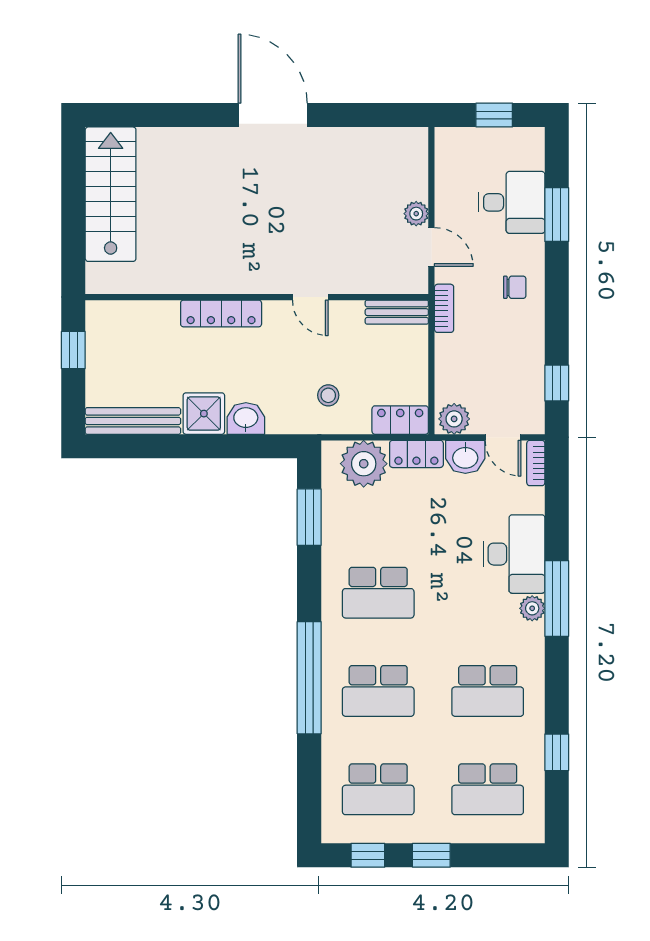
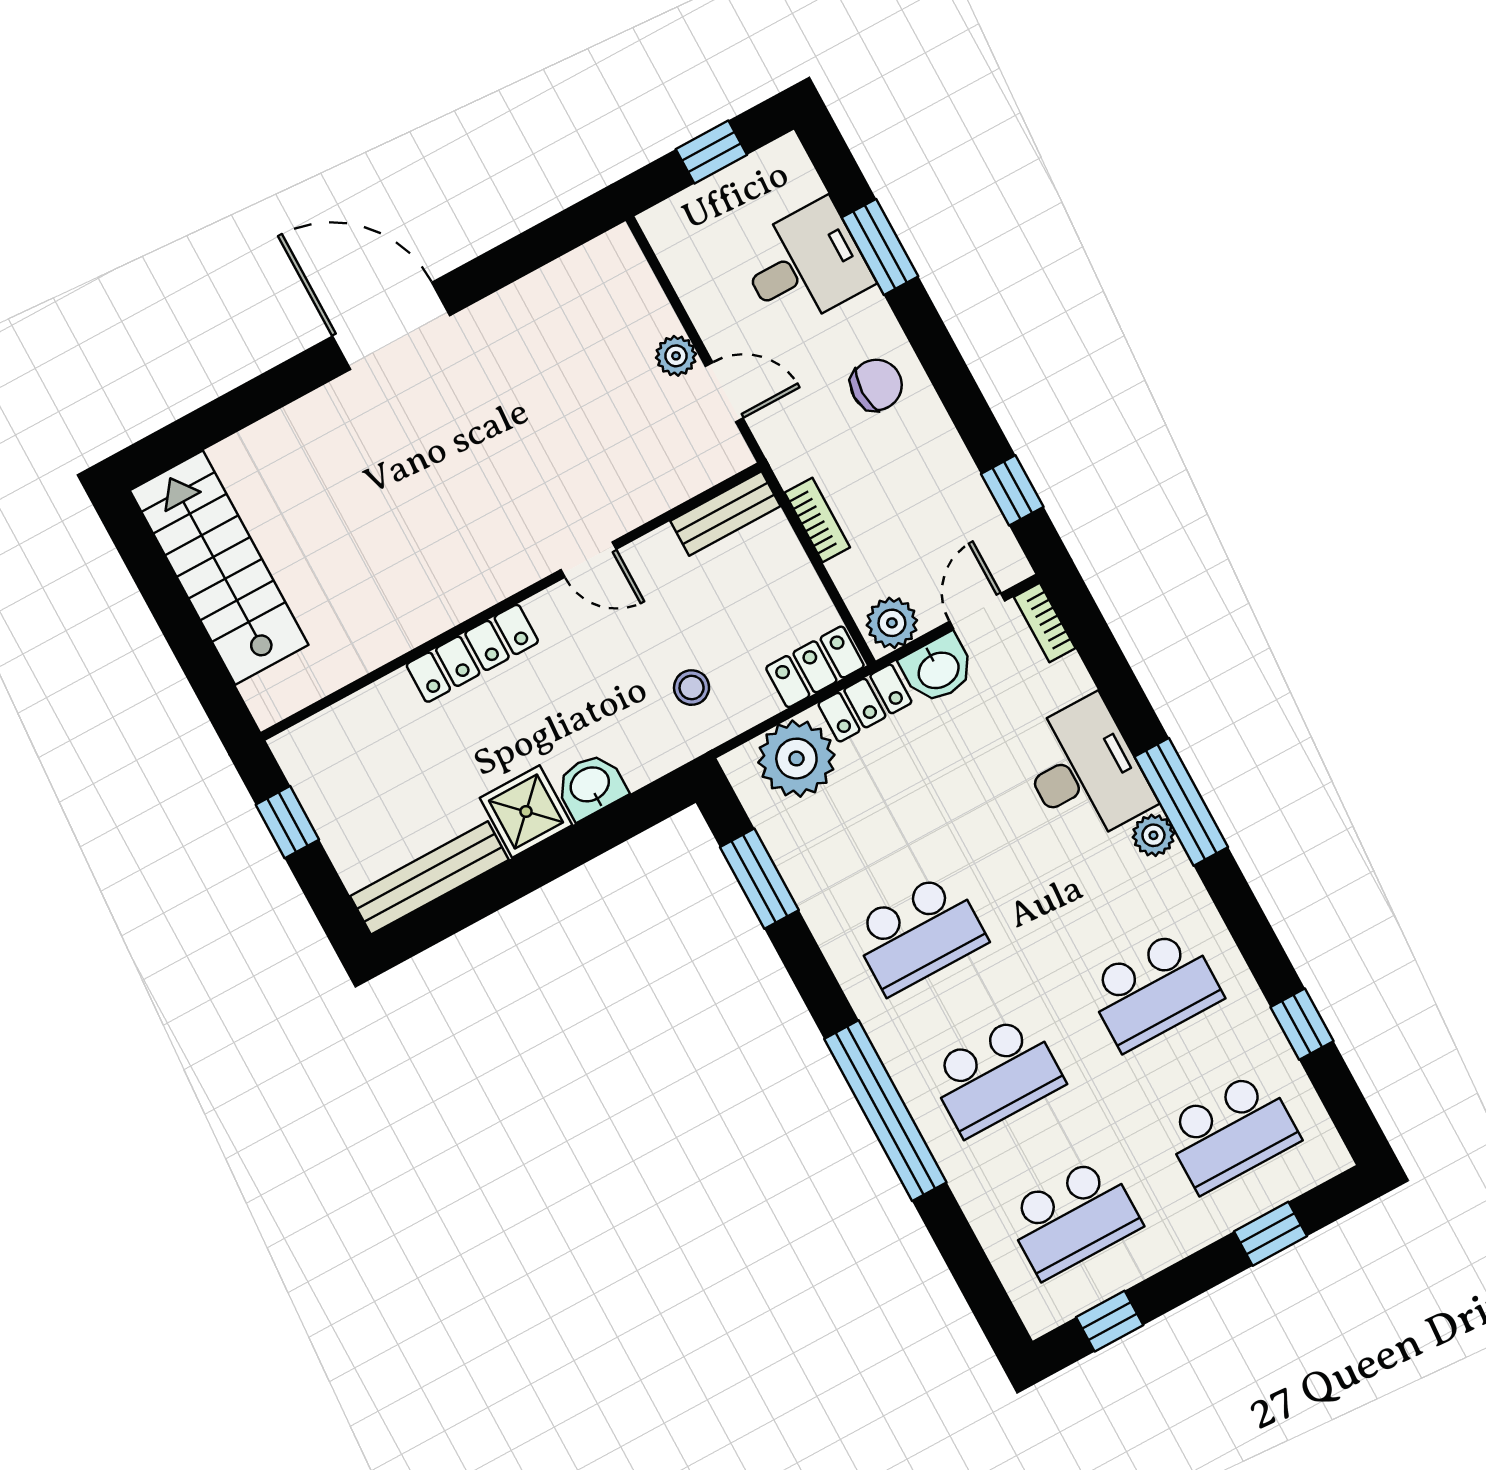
chair: (515, 287) -> (876, 385), width x1.37, depth x1.37
bookcase: (444, 308) -> (817, 520), moved
door: (503, 437) -> (977, 611), swing flipped
window: (431, 855) -> (1271, 1234), moved

